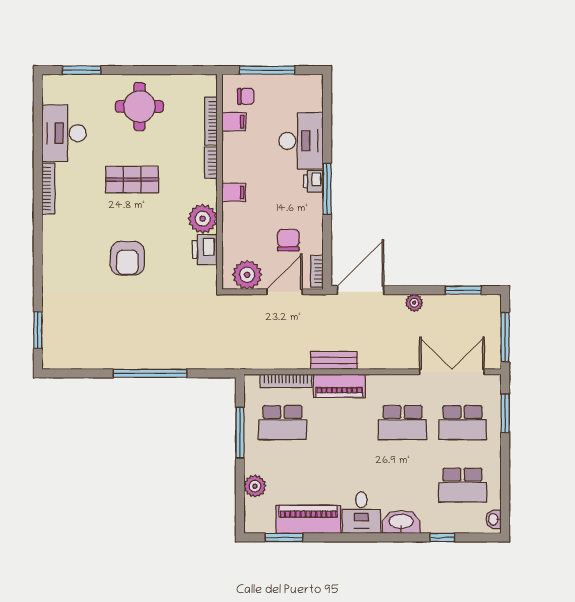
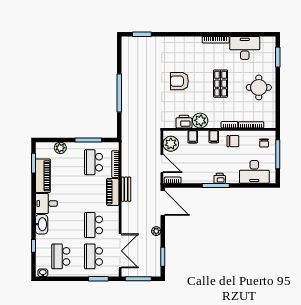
filing cabinet: (234, 122) -> (193, 137), moved
desk: (301, 141) -> (254, 172), moved
chair: (288, 240) -> (233, 141), moved

